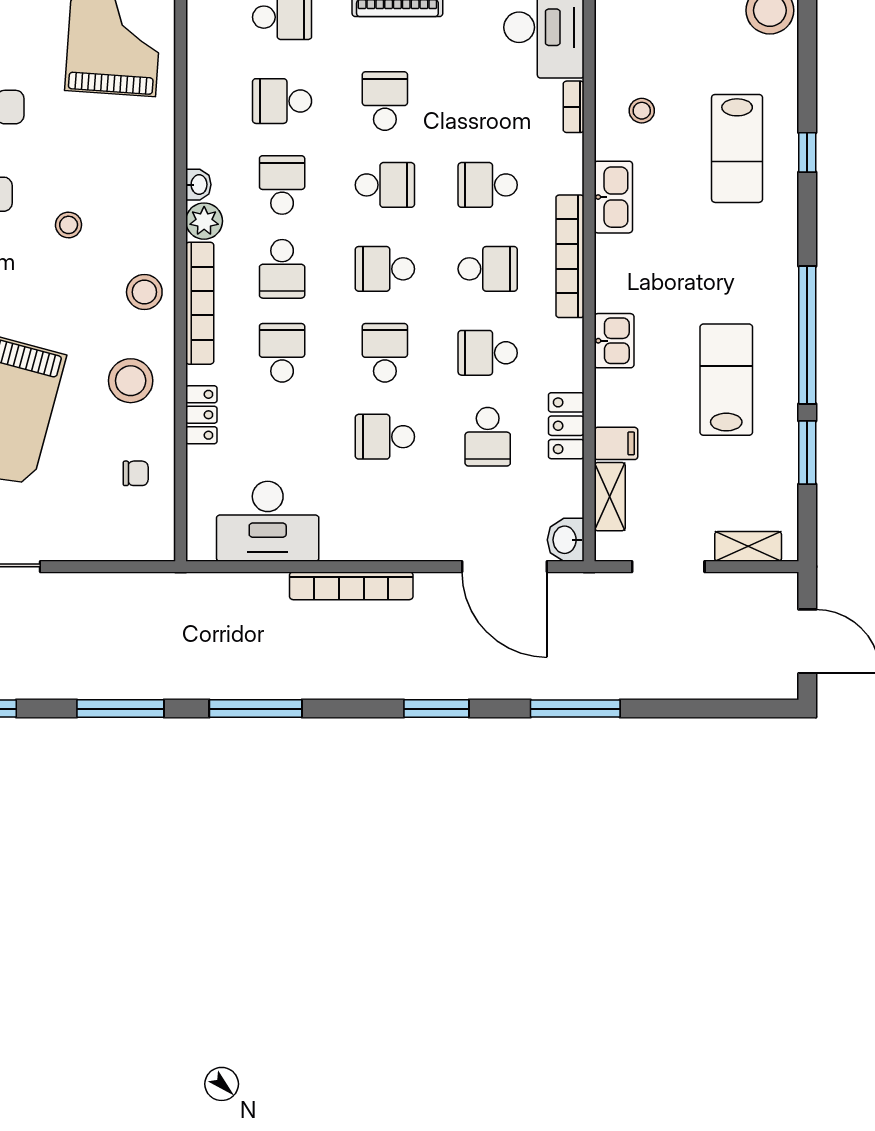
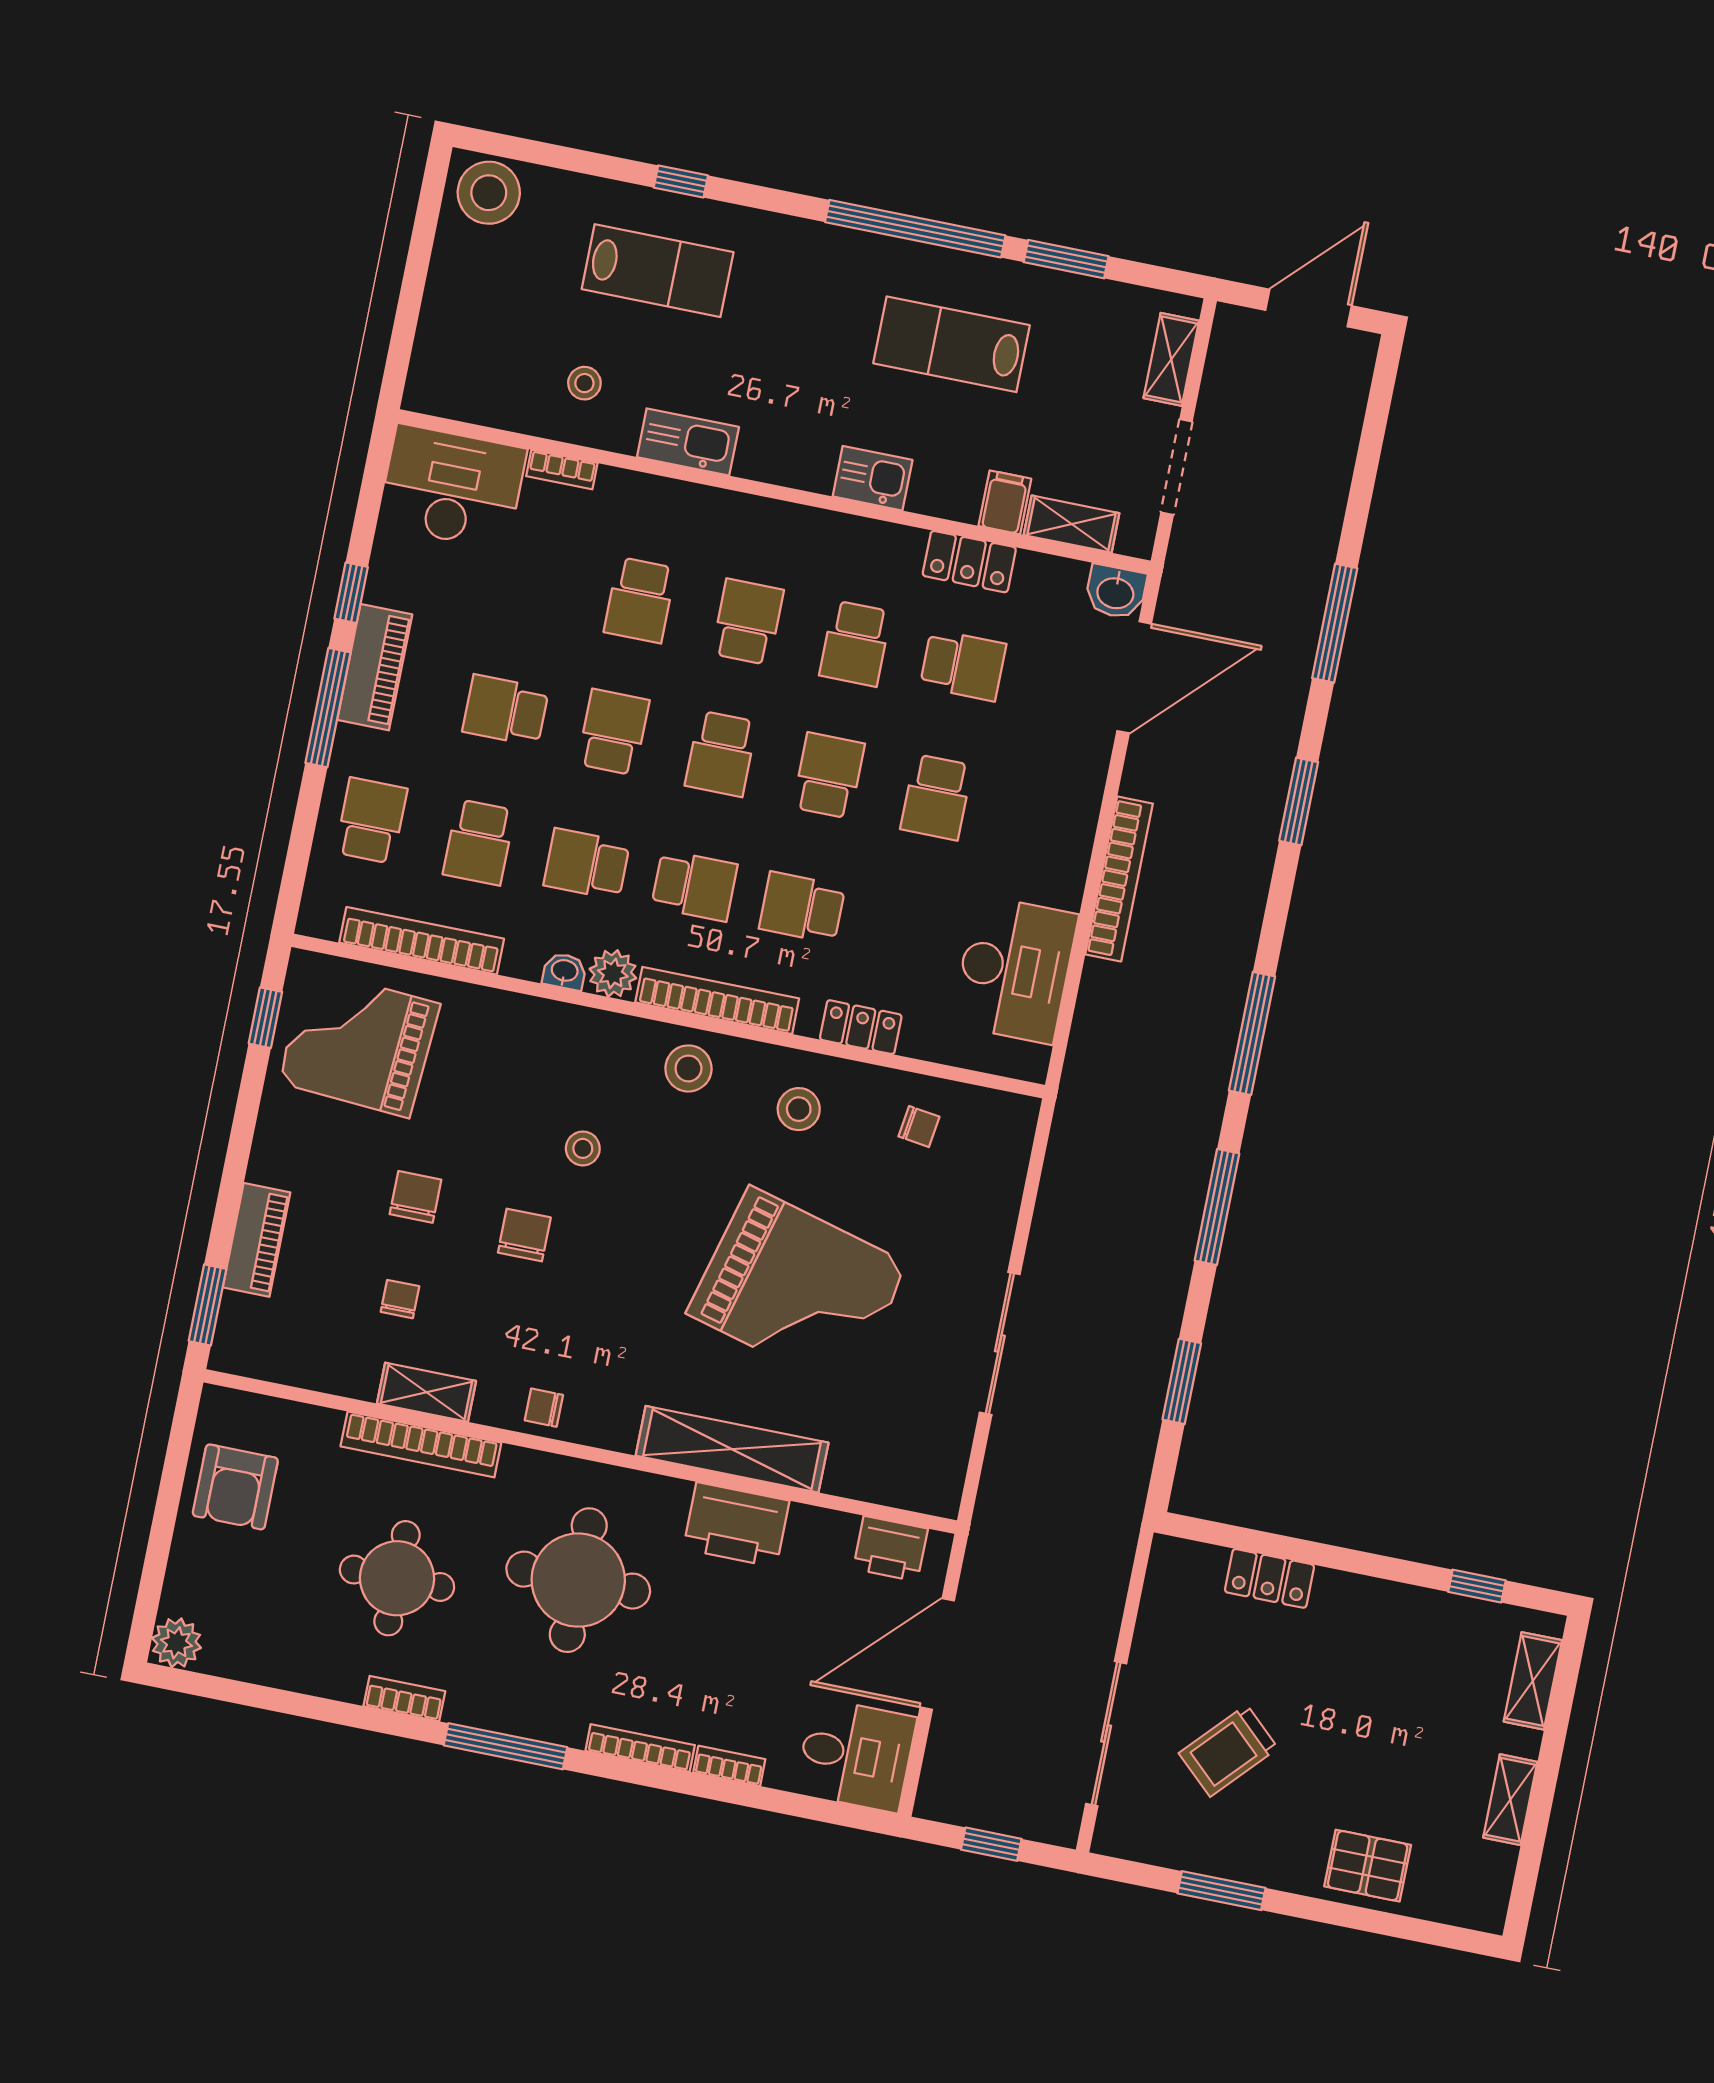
bookcase: (570, 256) -> (422, 941), moved, turned 180
school desk: (385, 353) -> (829, 775), turned 90
stool: (131, 381) -> (799, 1109), width x0.73, depth x0.73
chair: (136, 473) -> (919, 1127), turned 98

